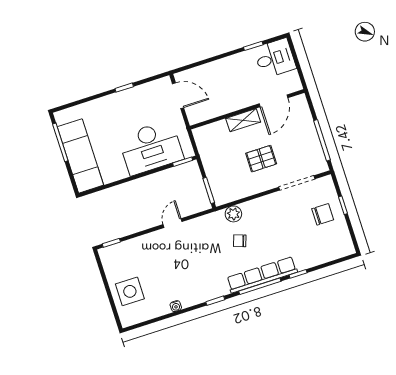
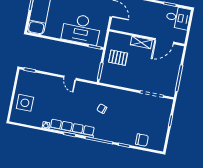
pallet: (261, 159) -> (118, 58), moved
plant: (233, 214) -> (107, 92), removed
chair: (323, 214) -> (142, 140), moved
door: (173, 223) -> (70, 78), swing flipped
row of seats: (262, 275) -> (72, 128), moved

